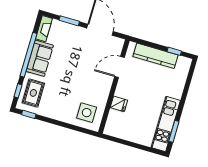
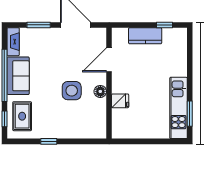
kitchen counter: (155, 56) -> (145, 36), width x0.67
floor lamp: (105, 91) -> (100, 91), added
side table: (87, 113) -> (72, 91), moved
window: (29, 114) -> (49, 141), moved

